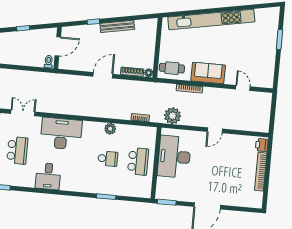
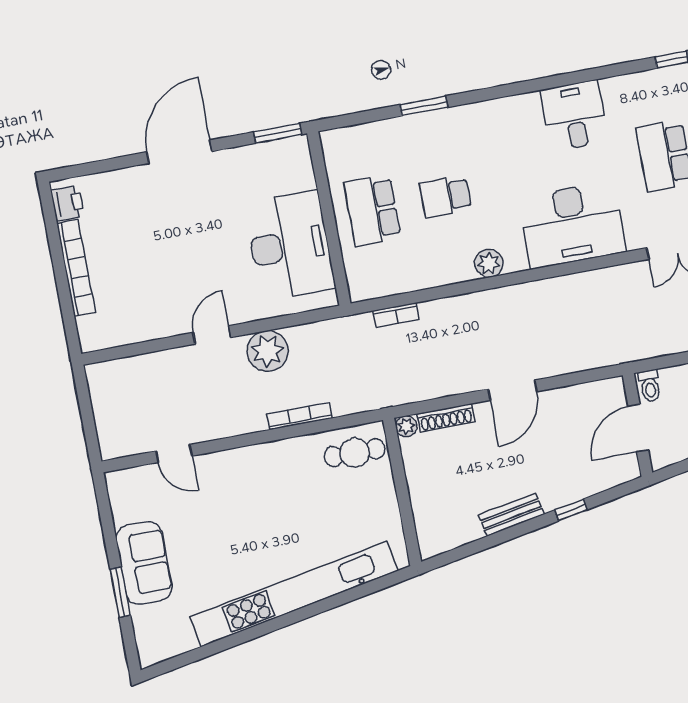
bench: (117, 26) -> (511, 515), width x0.73
sofa: (208, 73) -> (144, 563), moved, turned -90
plant: (173, 116) -> (268, 351), moved
plant: (110, 129) -> (489, 263), moved
printer: (262, 145) -> (68, 203), moved

